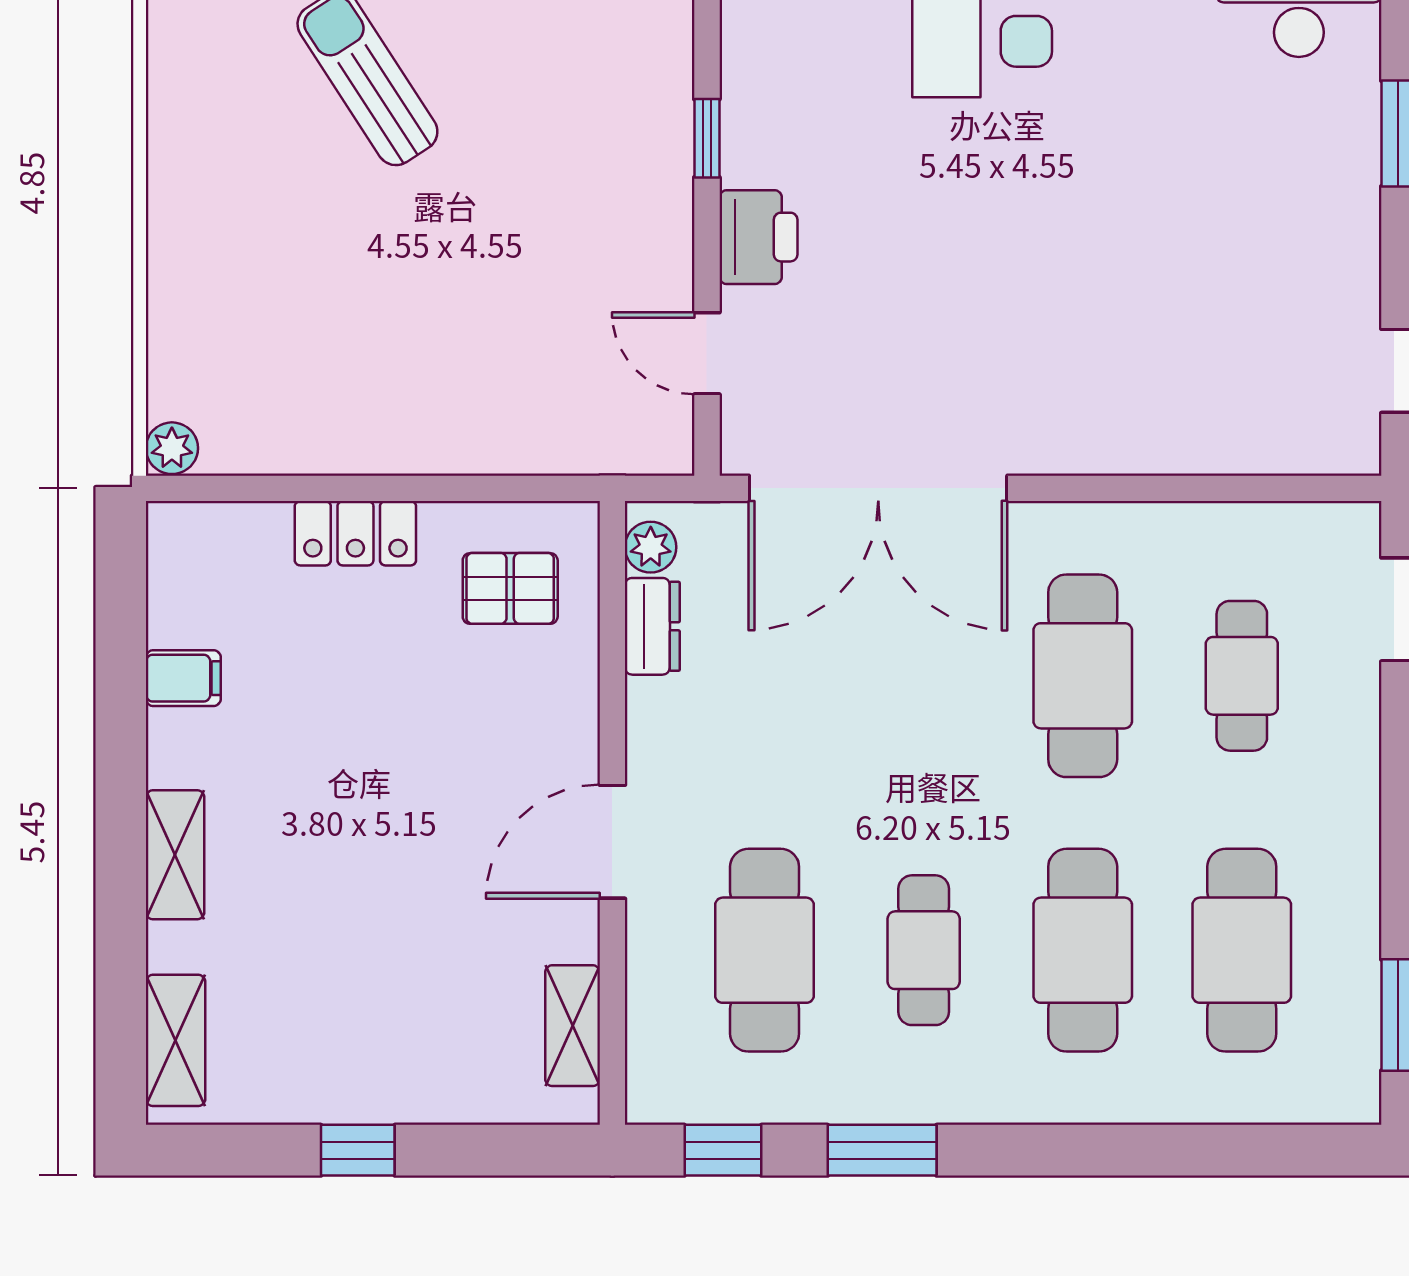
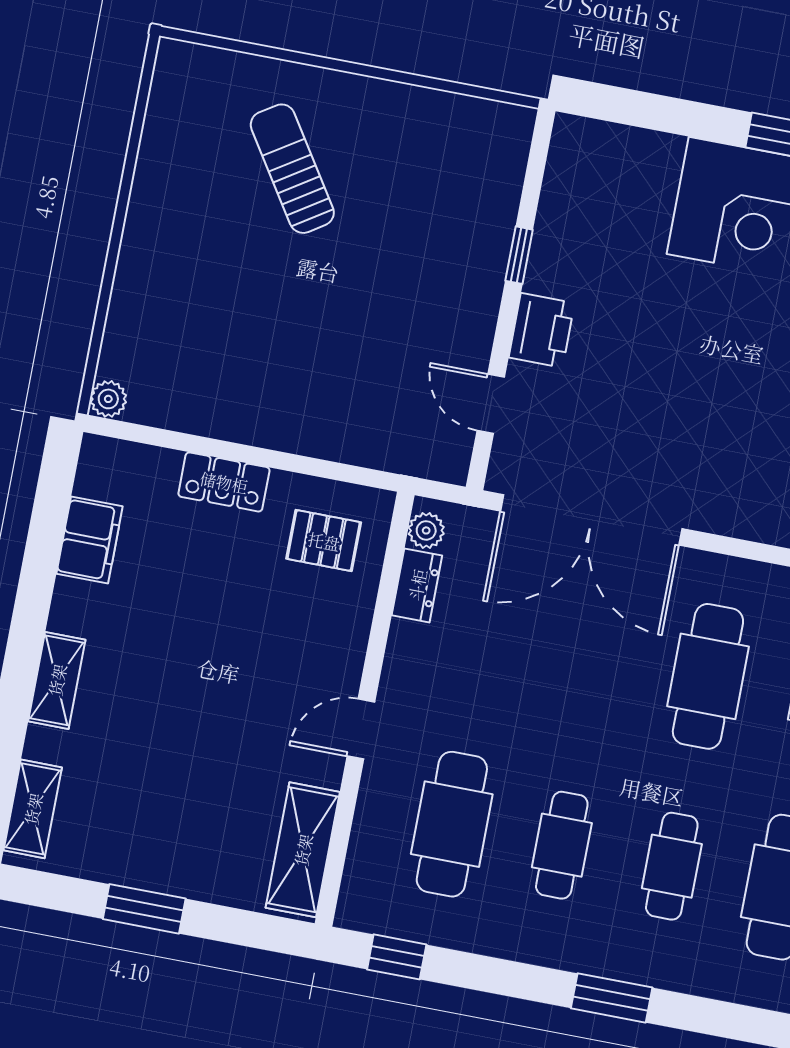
filing cabinet: (183, 678) -> (90, 540), width x2.00
door: (612, 842) -> (361, 729), width x0.73
cafe table: (1083, 950) -> (672, 866), width x0.73, depth x0.74
shelving: (573, 1026) -> (303, 850), width x1.50, depth x1.33
window: (358, 1150) -> (144, 909), width x1.50
window: (882, 1150) -> (612, 998), moved

